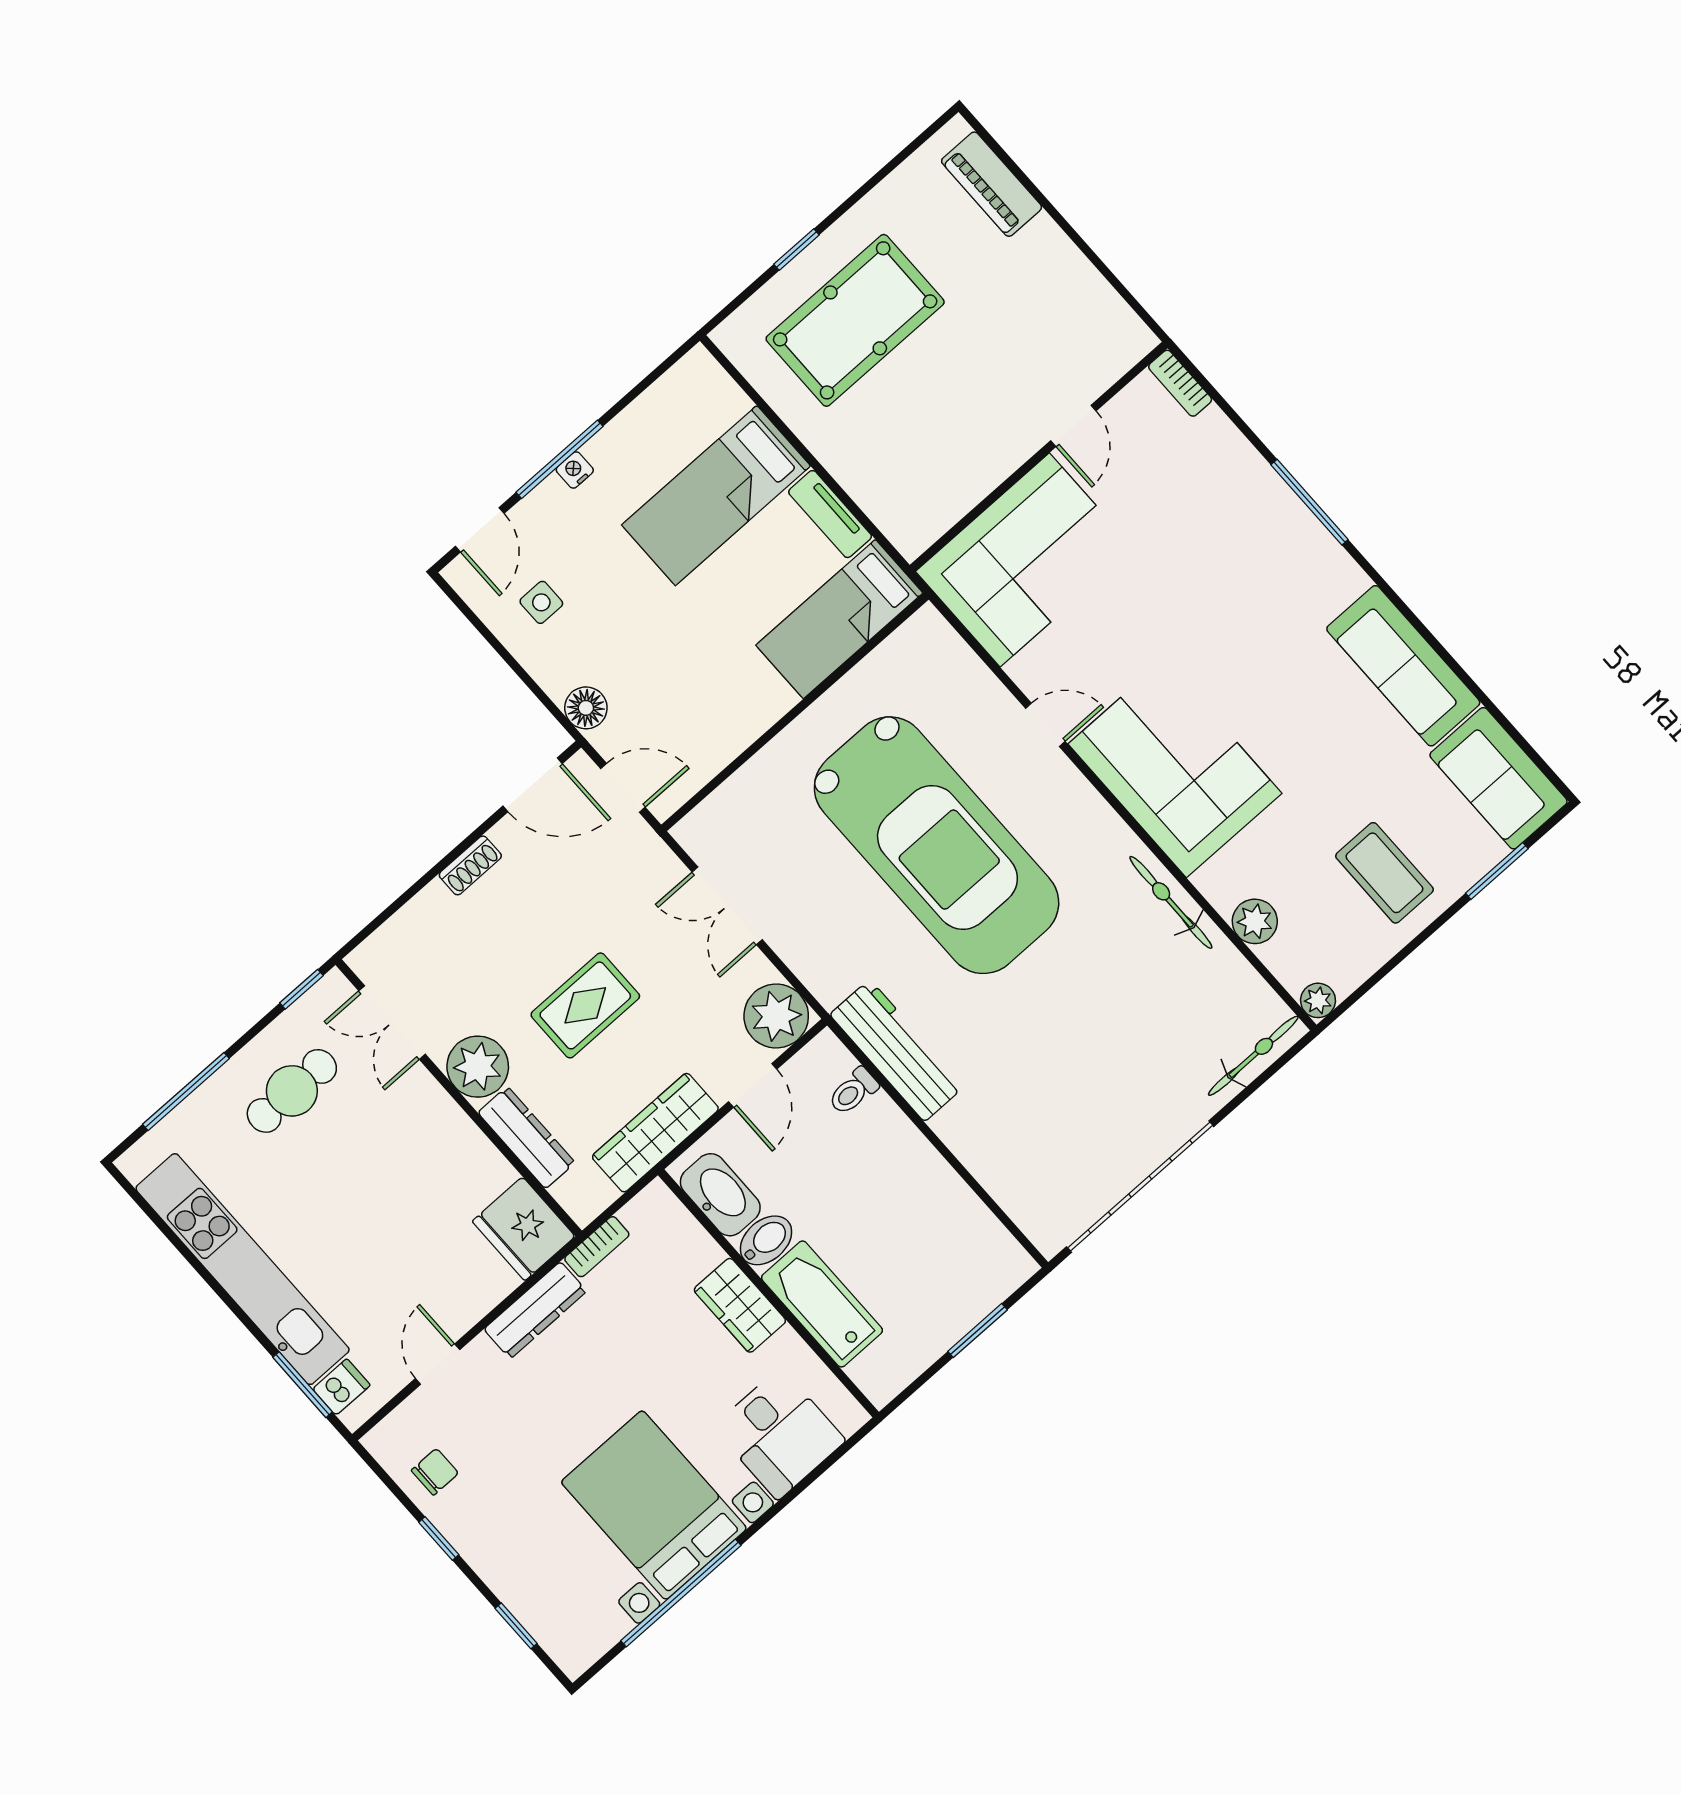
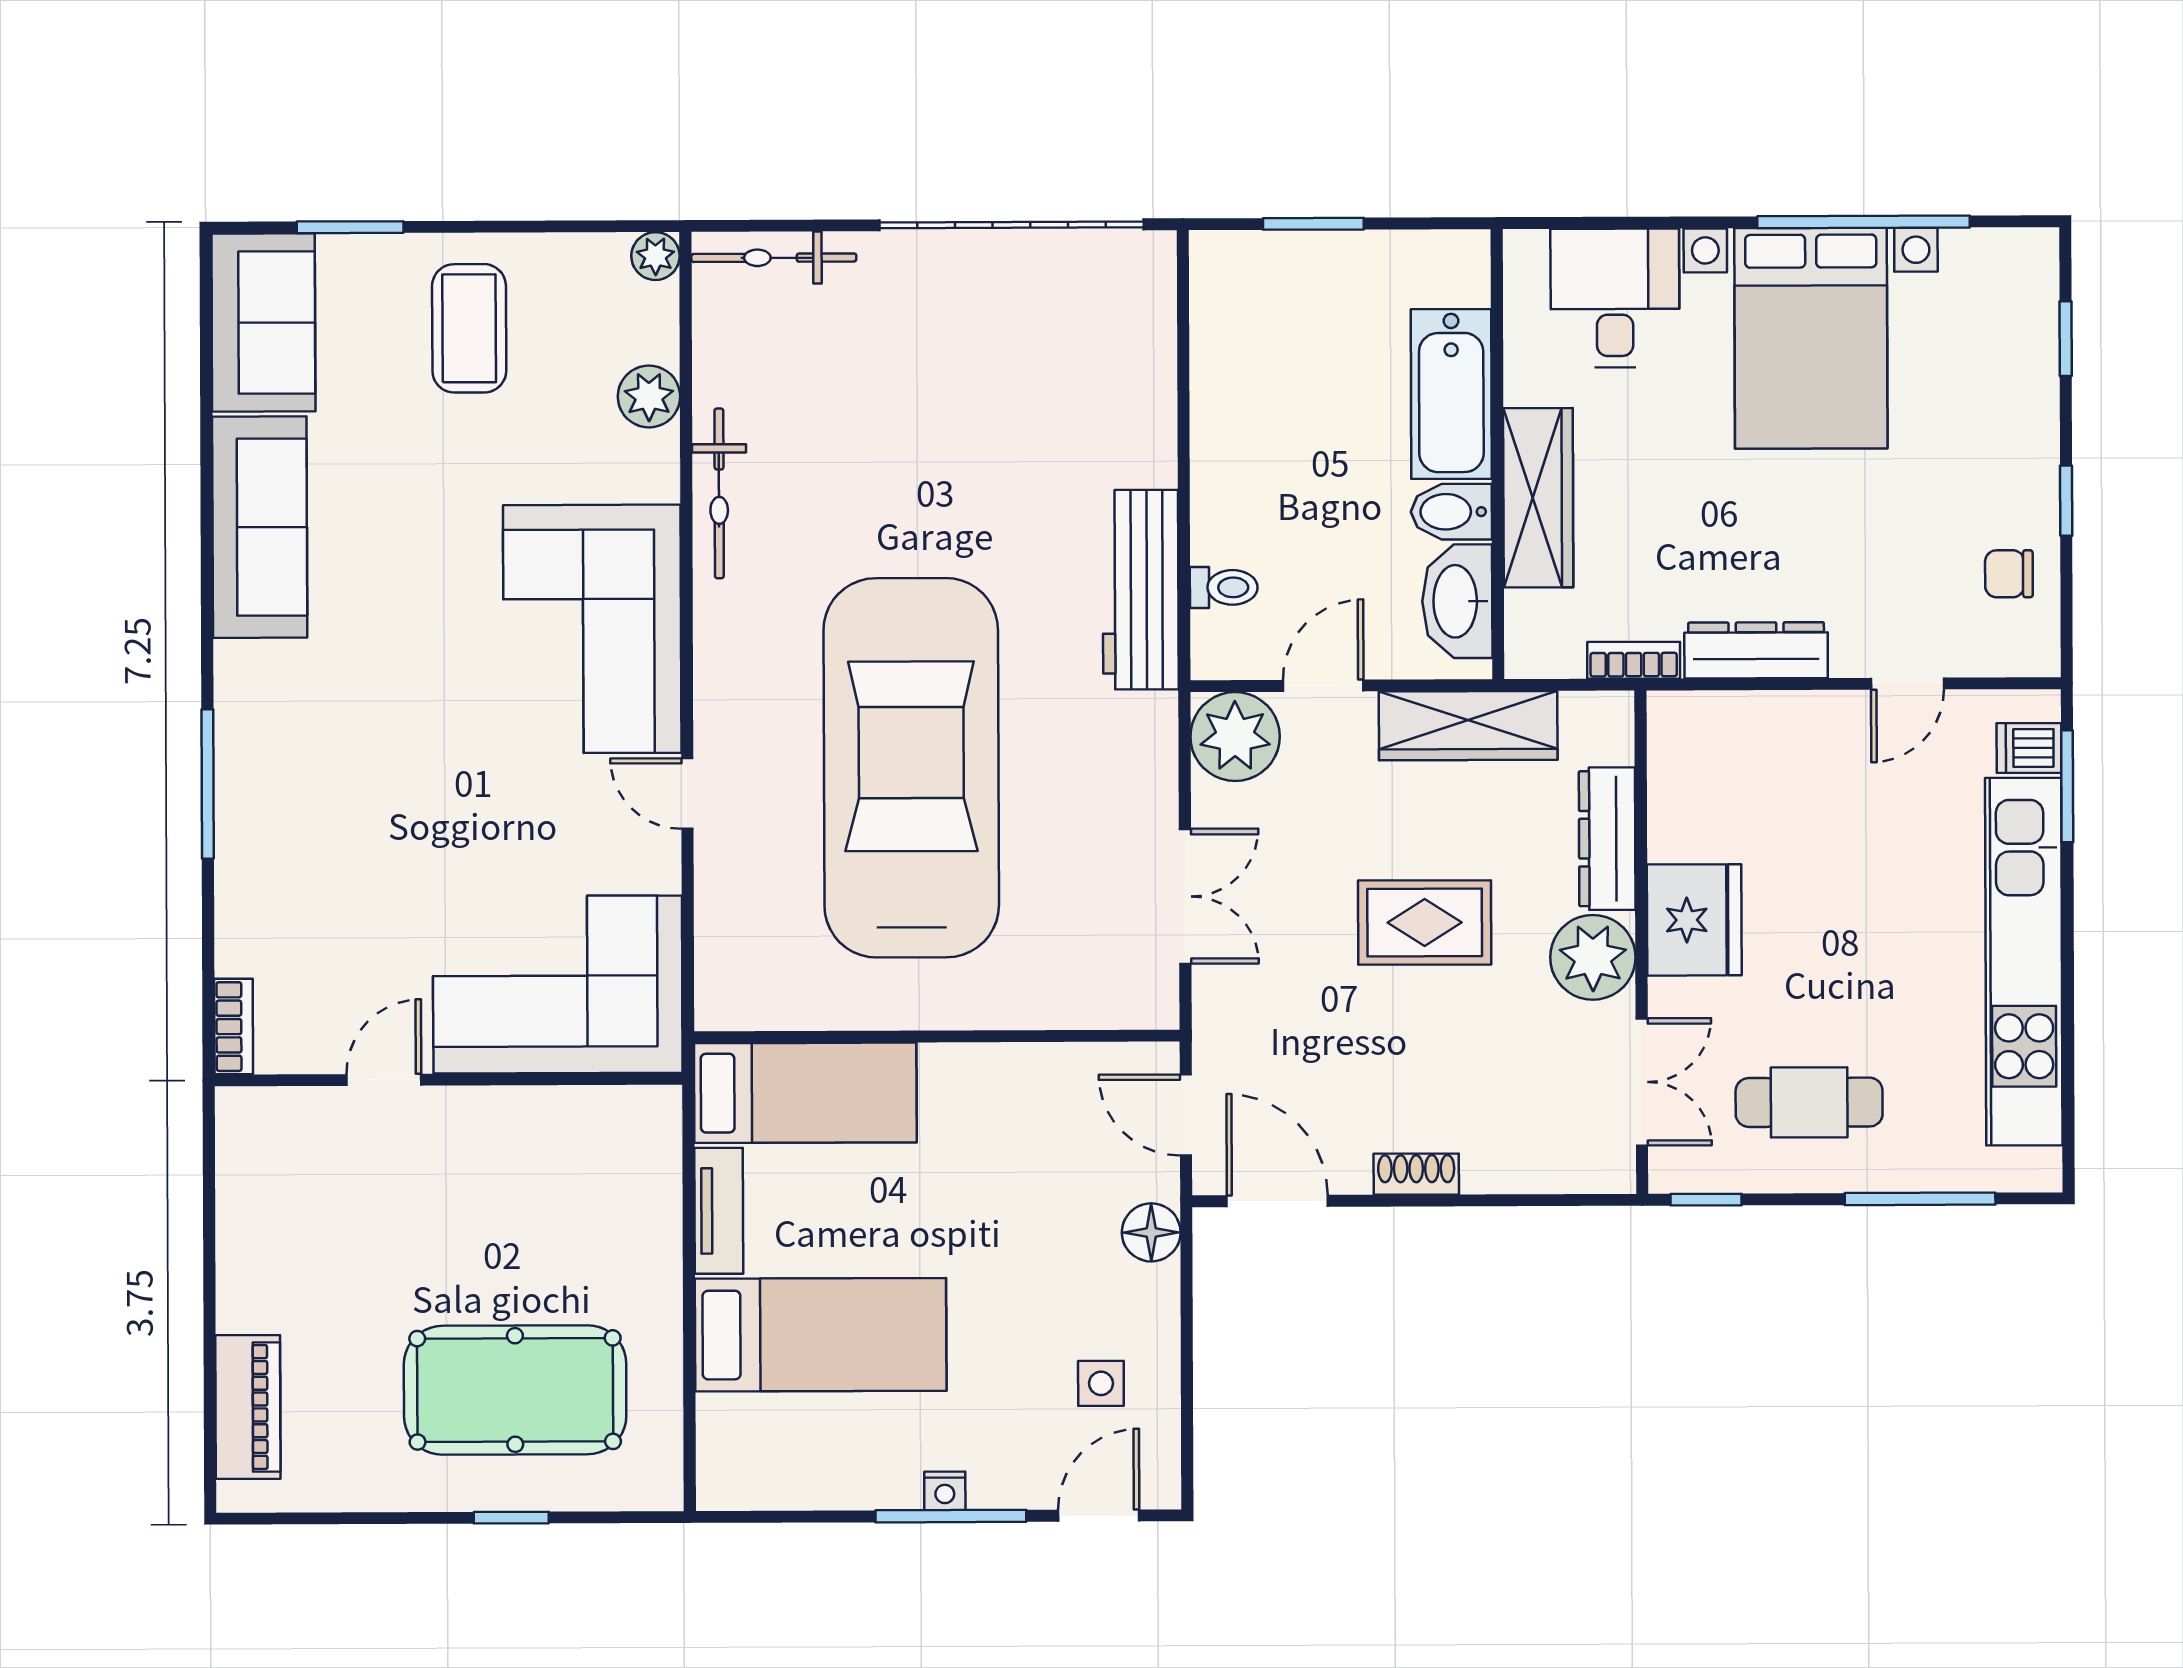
fridge: (524, 1229) -> (1694, 920), moved
wardrobe: (740, 1305) -> (1538, 498), width x1.50

